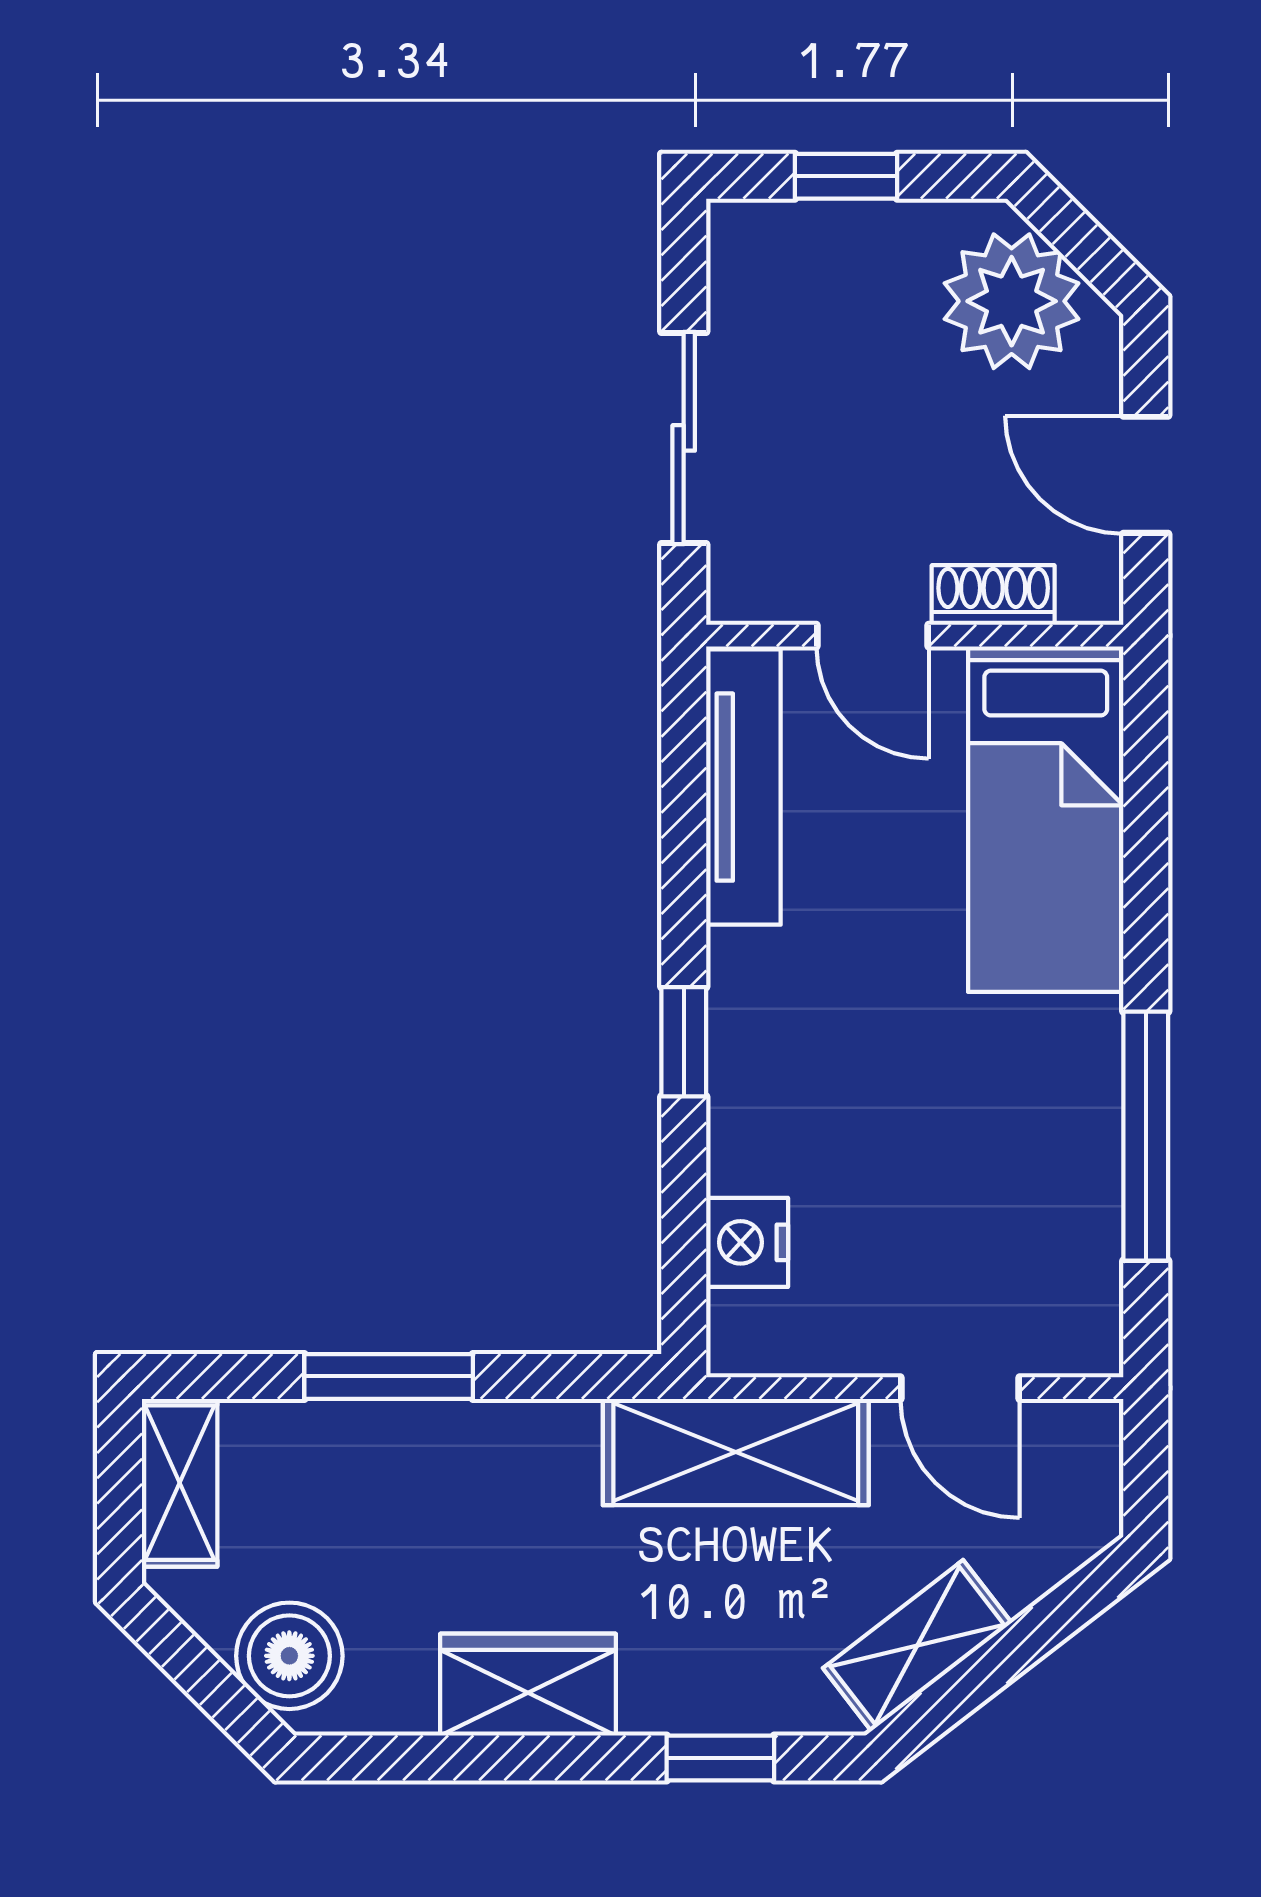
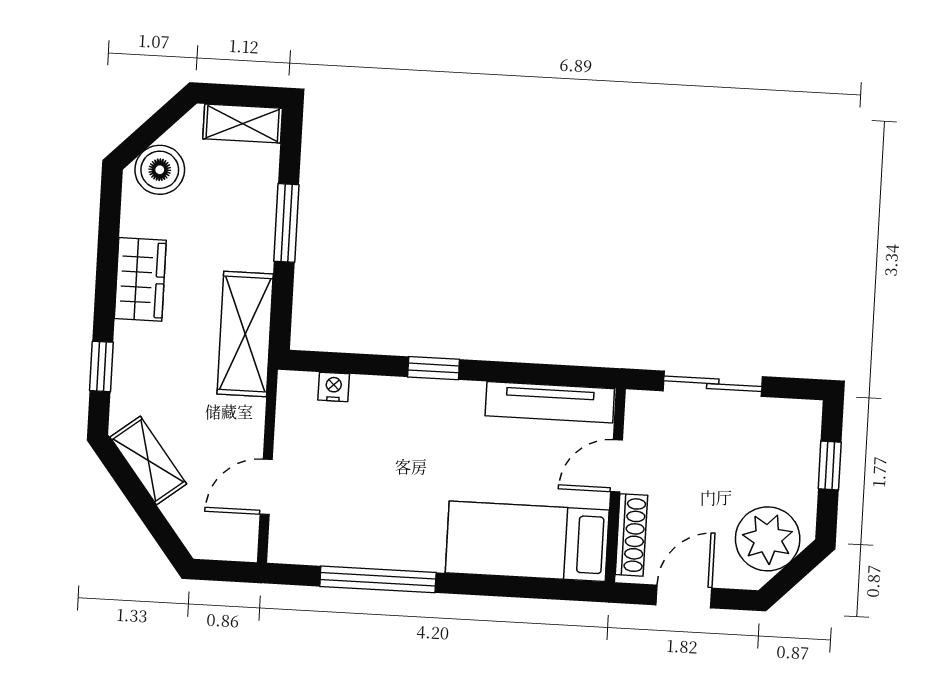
shoe rack: (993, 595) -> (631, 535), width x1.43
nightstand: (747, 1242) -> (334, 387), width x0.72, depth x0.74
shelving: (736, 1452) -> (245, 334), moved

